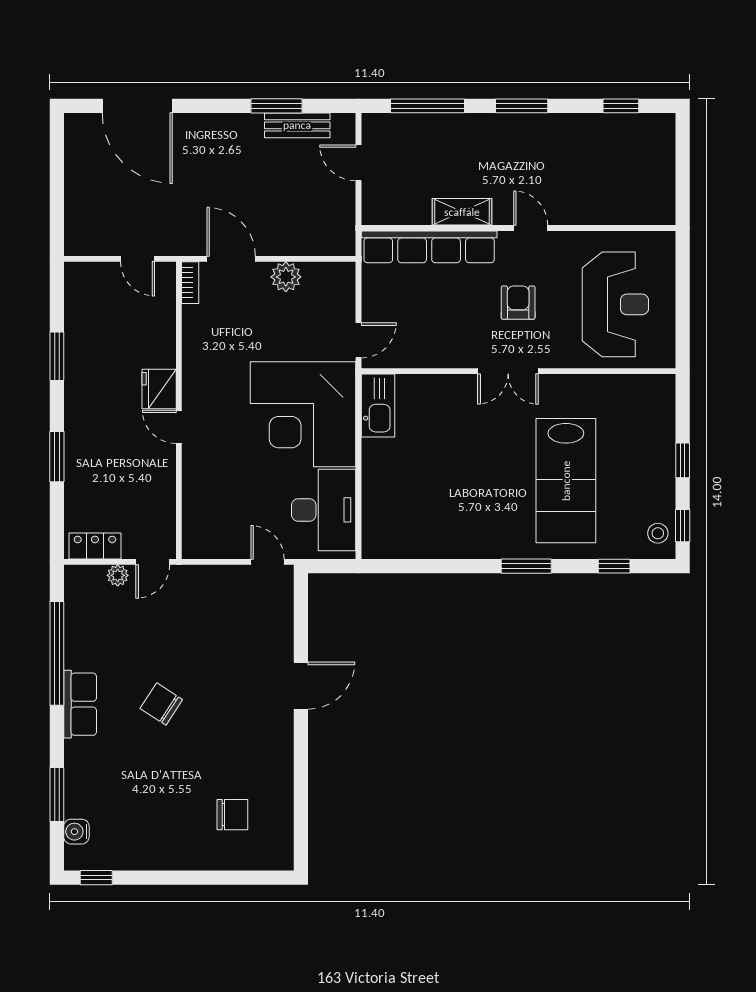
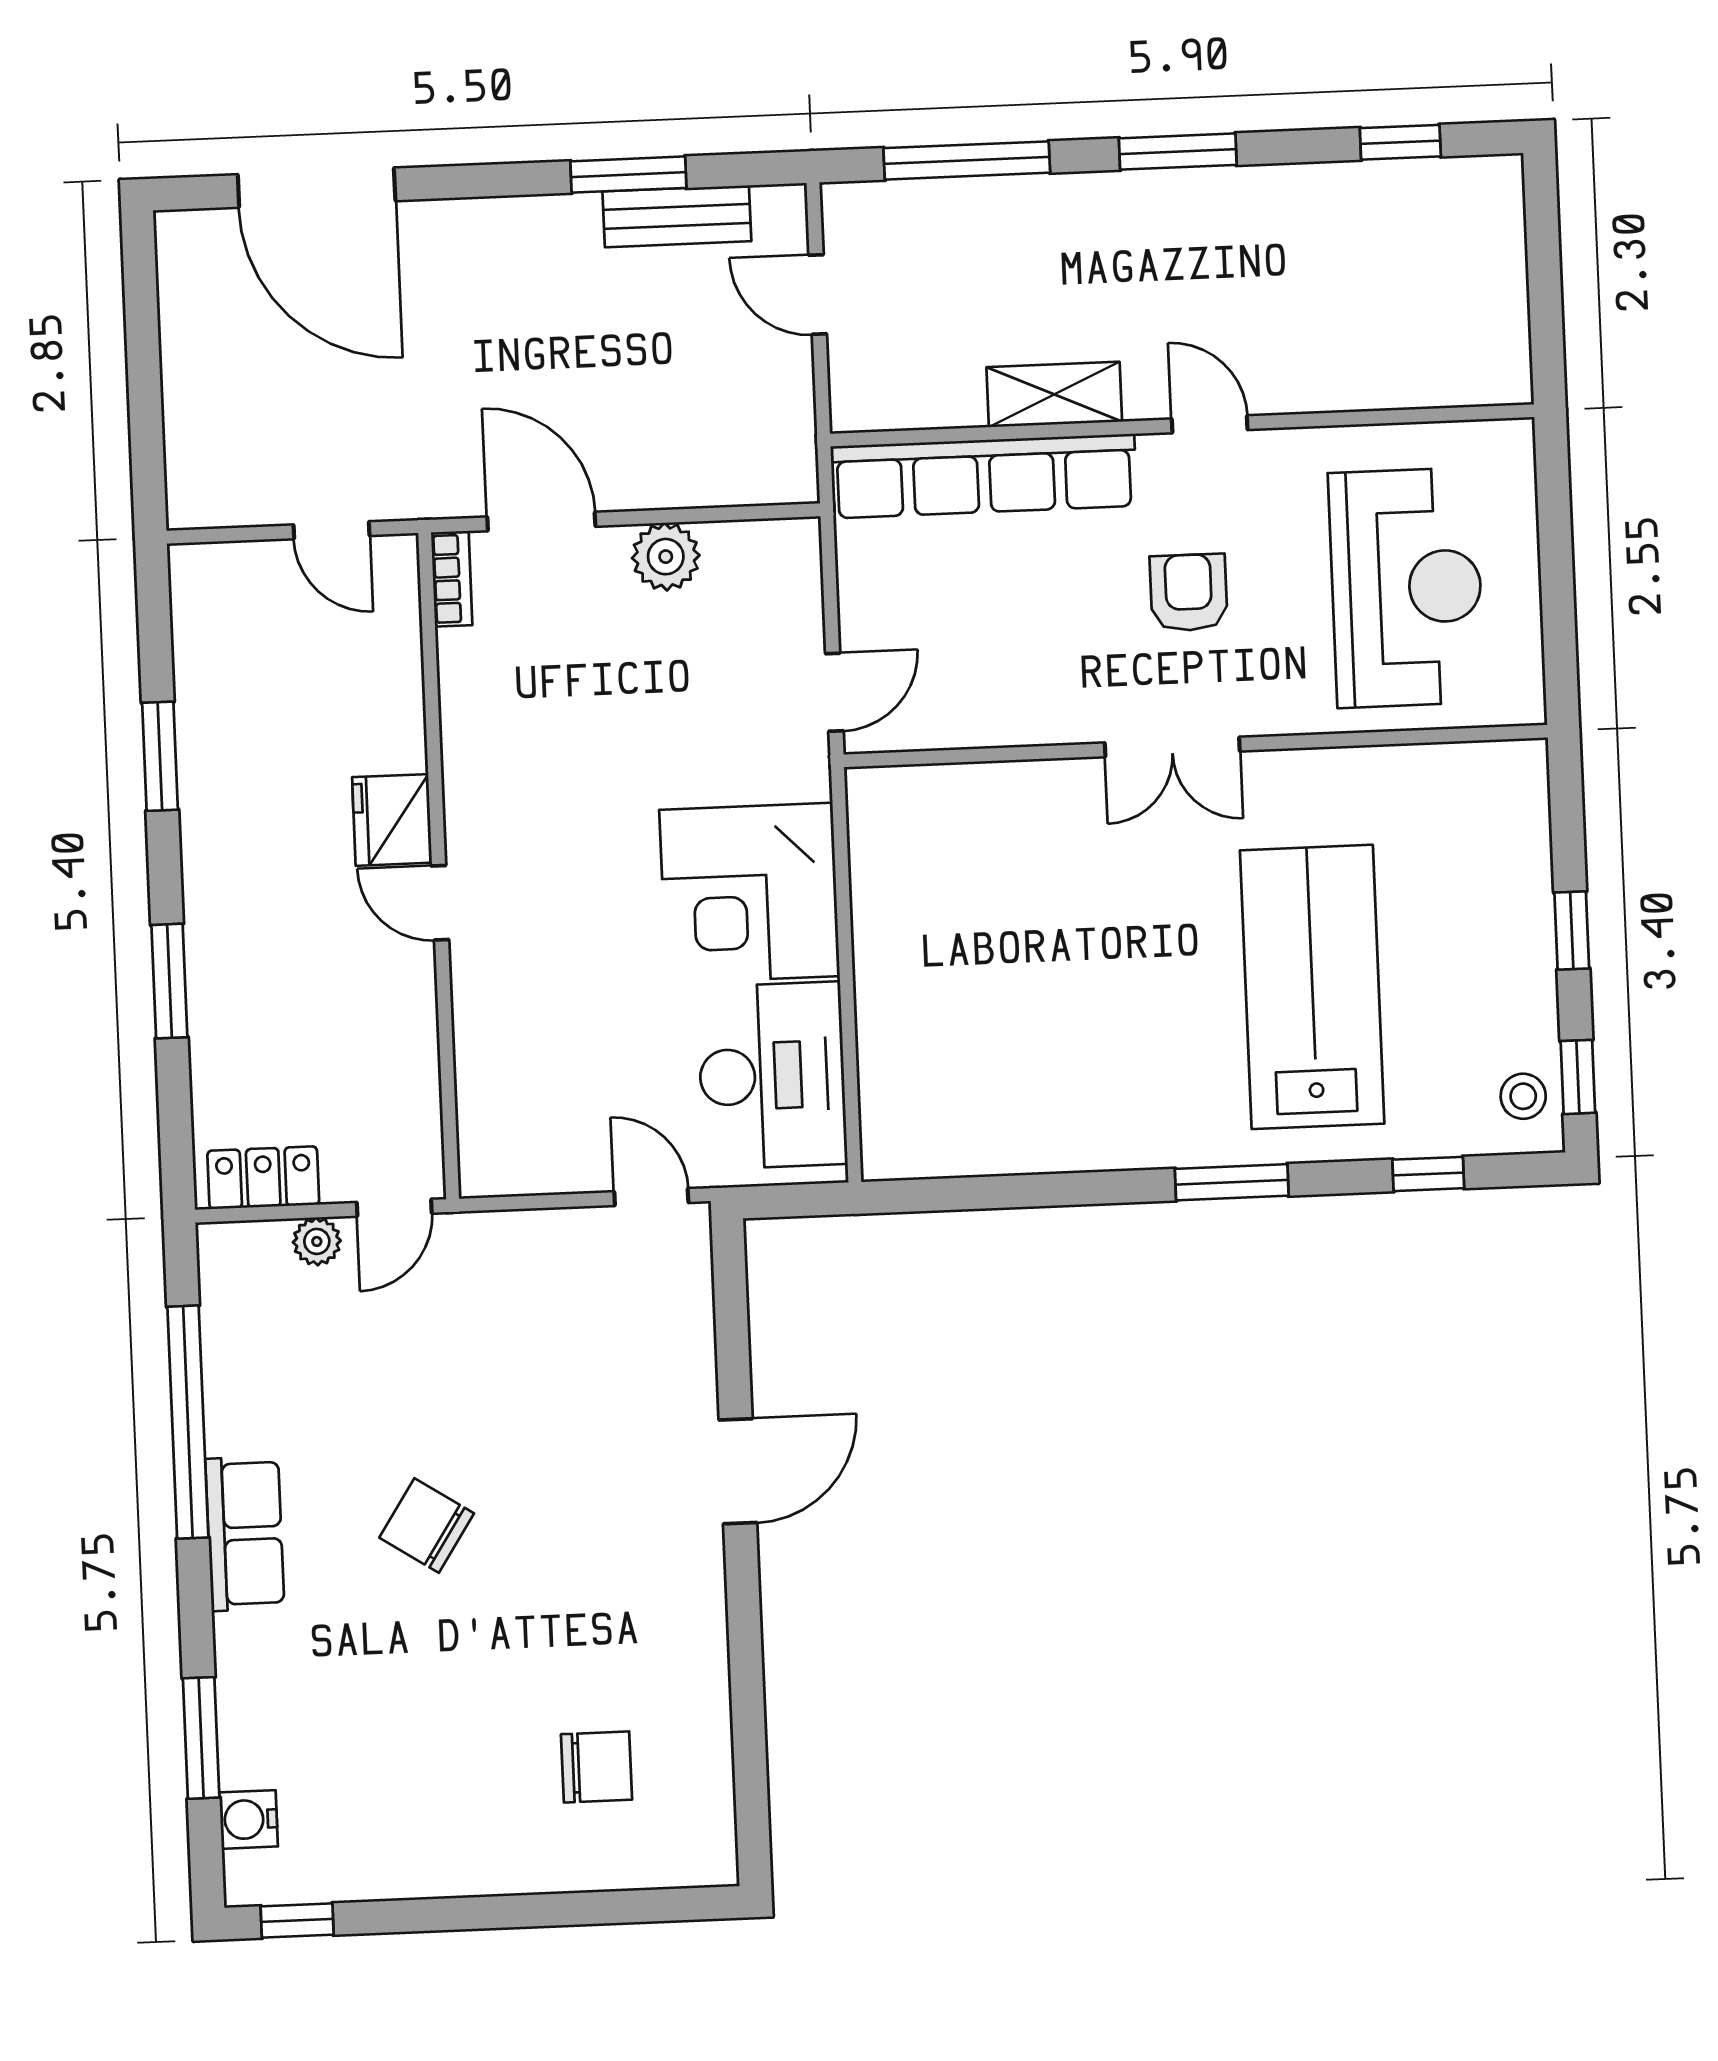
kitchen sink: (378, 405) -> (884, 836), removed
corner desk: (303, 414) -> (750, 893), width x0.74, depth x0.74
lab bench: (566, 481) -> (1312, 987), turned 180

